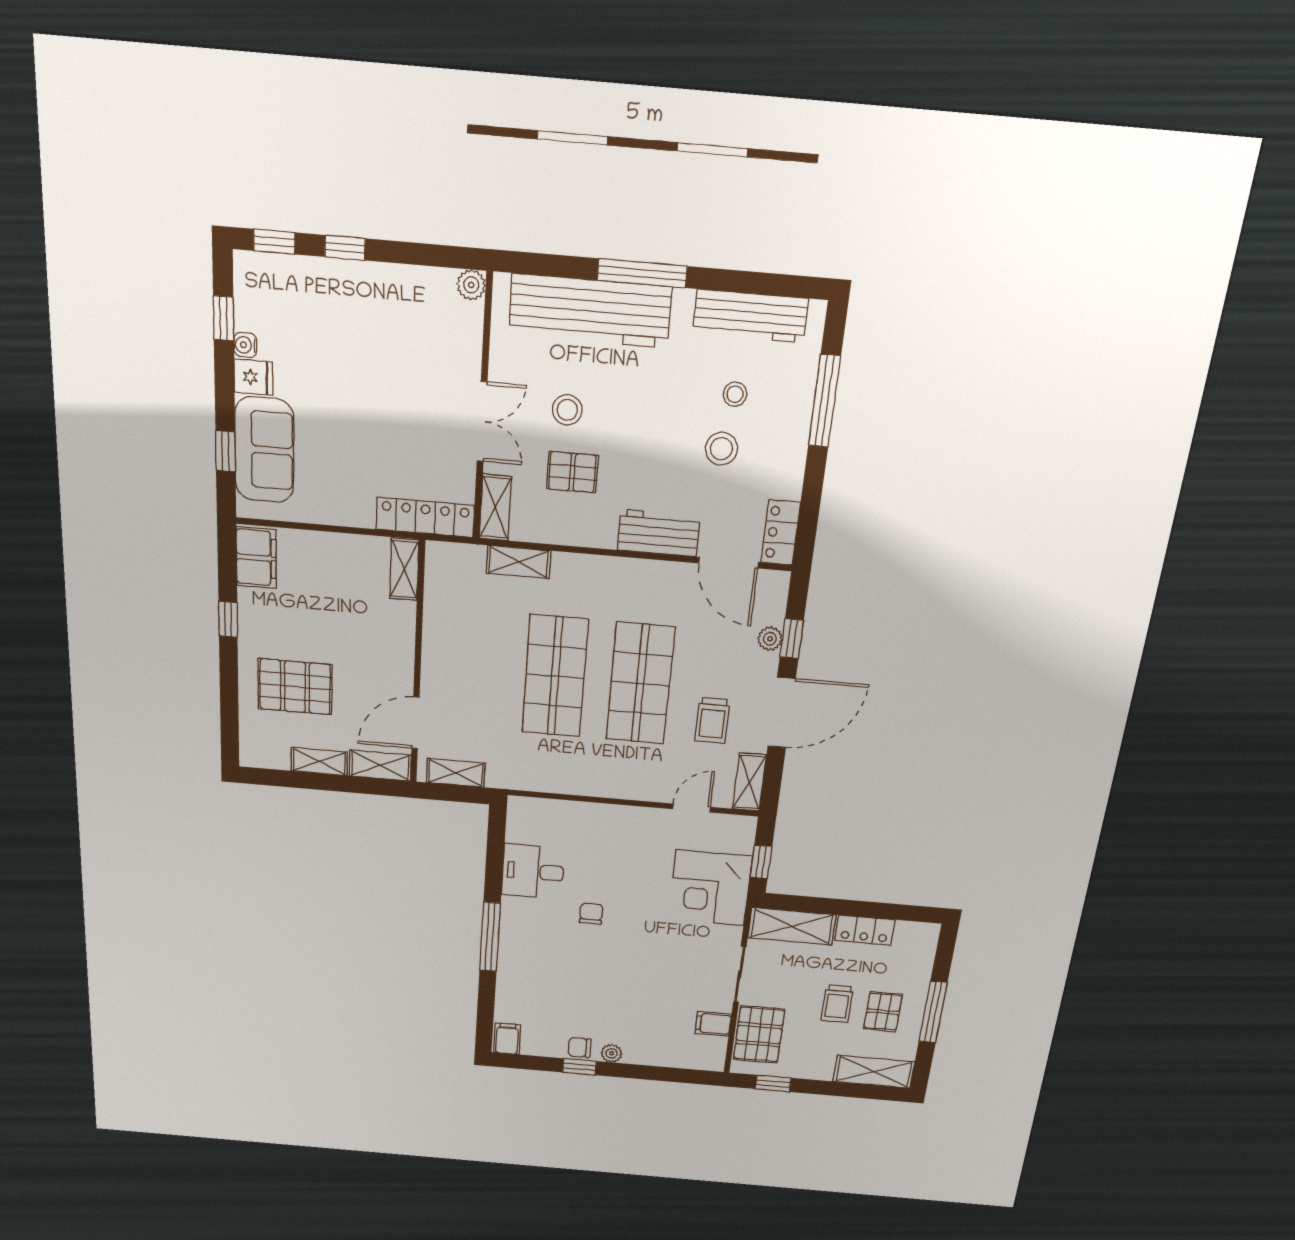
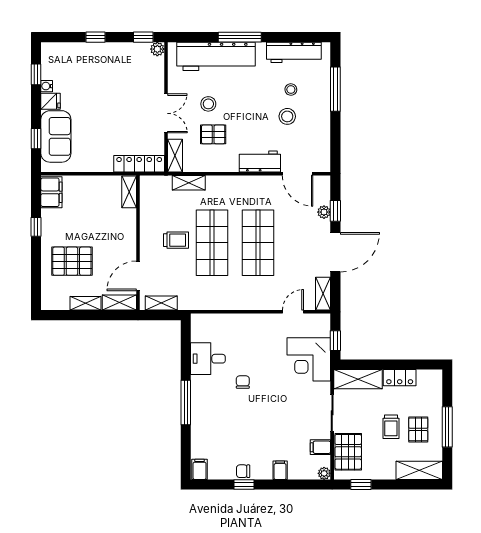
window: (274, 242) -> (143, 37), moved
locker: (781, 533) -> (322, 156), removed
trolley: (712, 720) -> (176, 240), moved, turned -90
filing cabinet: (641, 1051) -> (280, 470), added
plant: (612, 1053) -> (324, 473), moved

